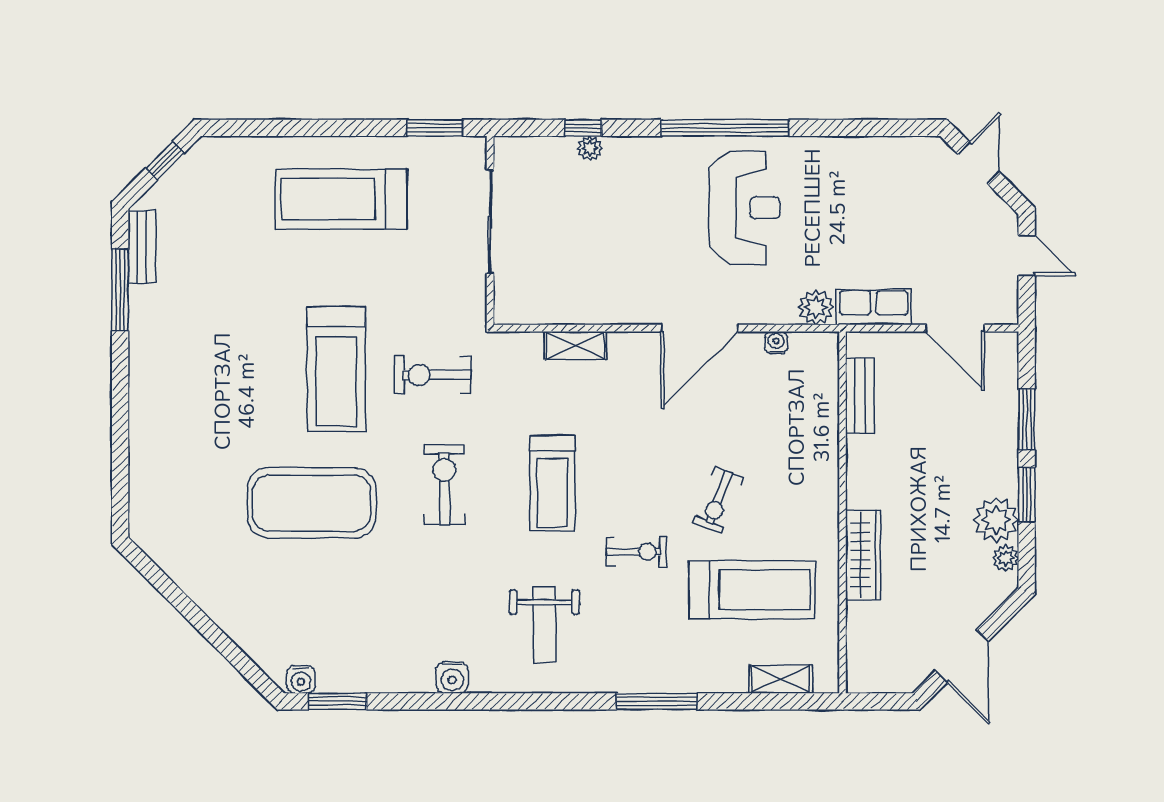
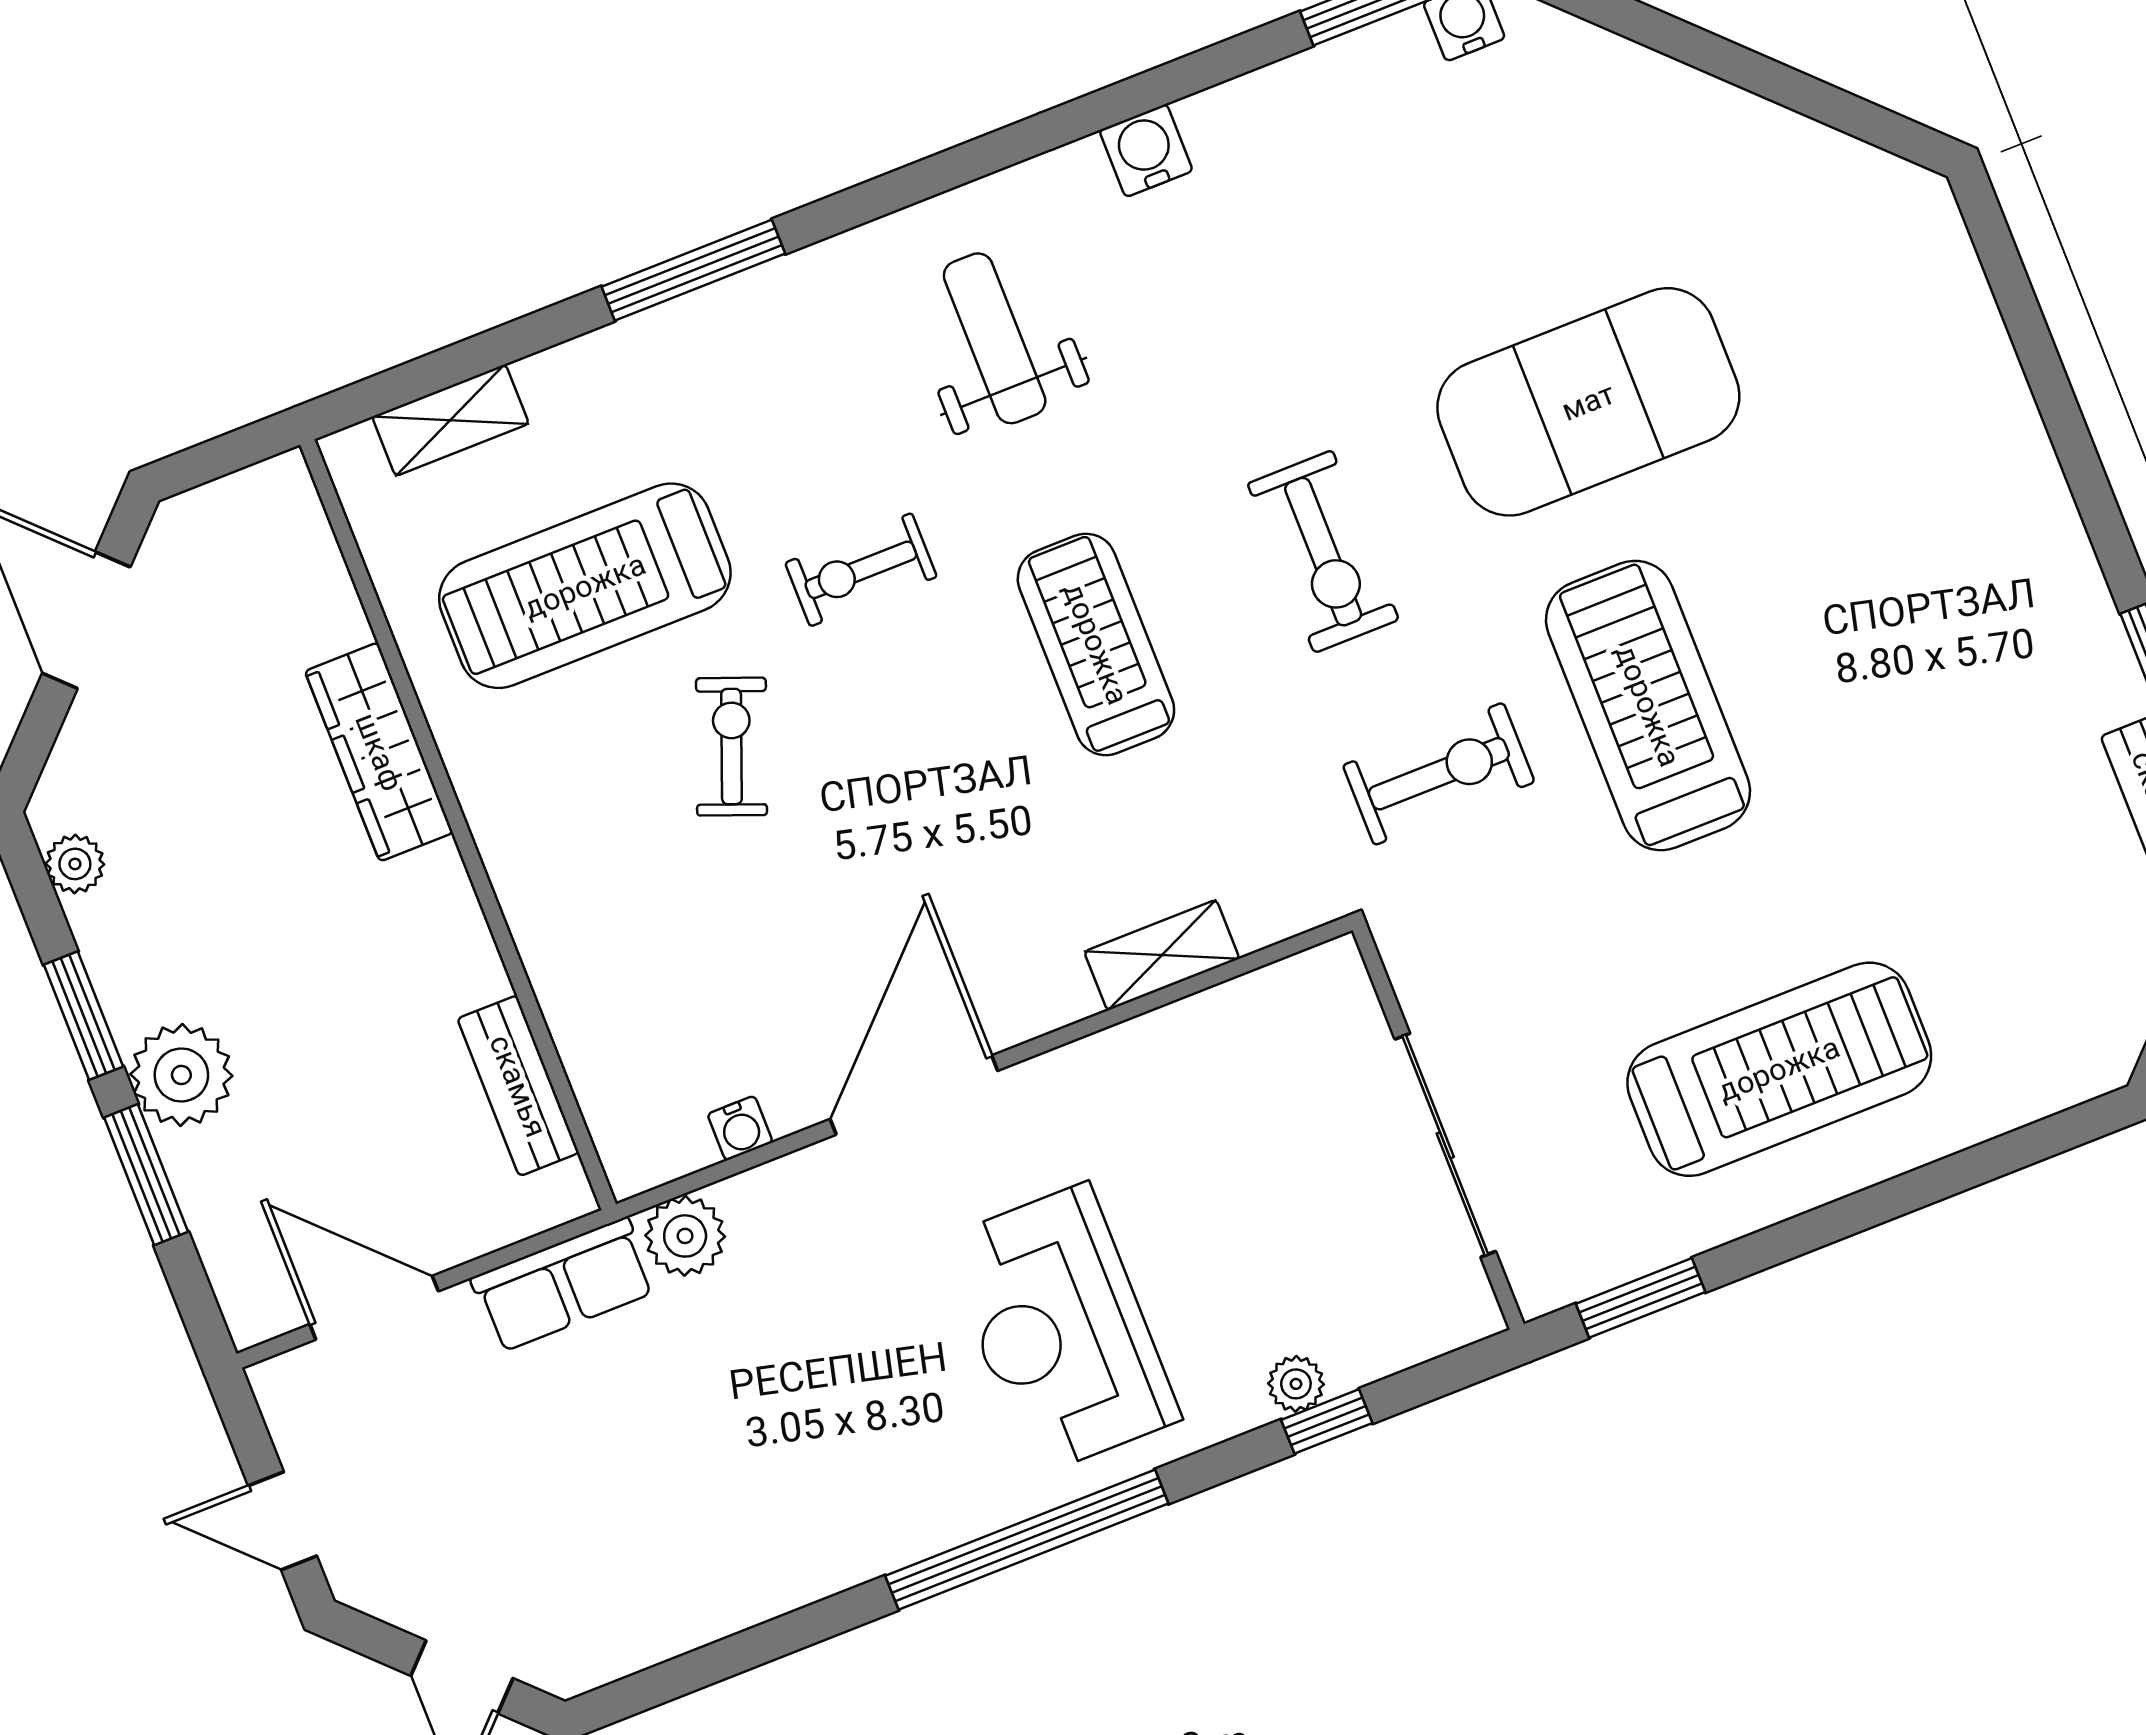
reception desk: (744, 208) -> (1061, 1329), moved
plant: (996, 520) -> (181, 1075), moved

